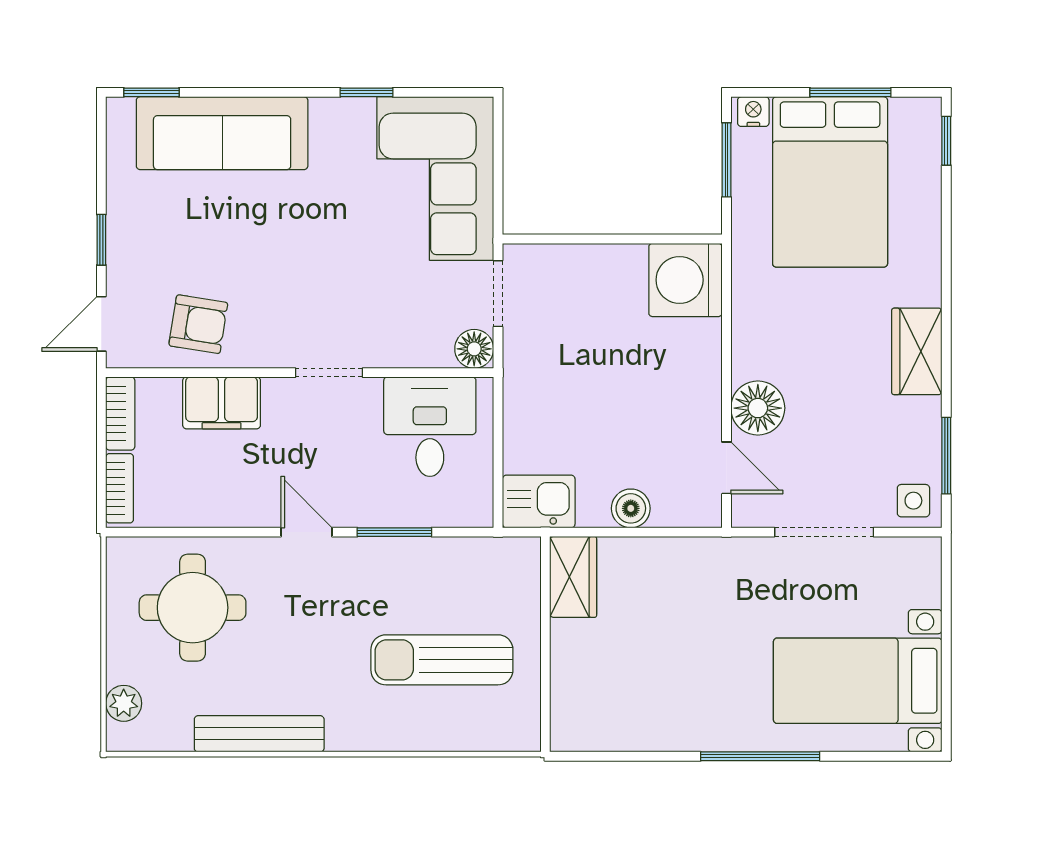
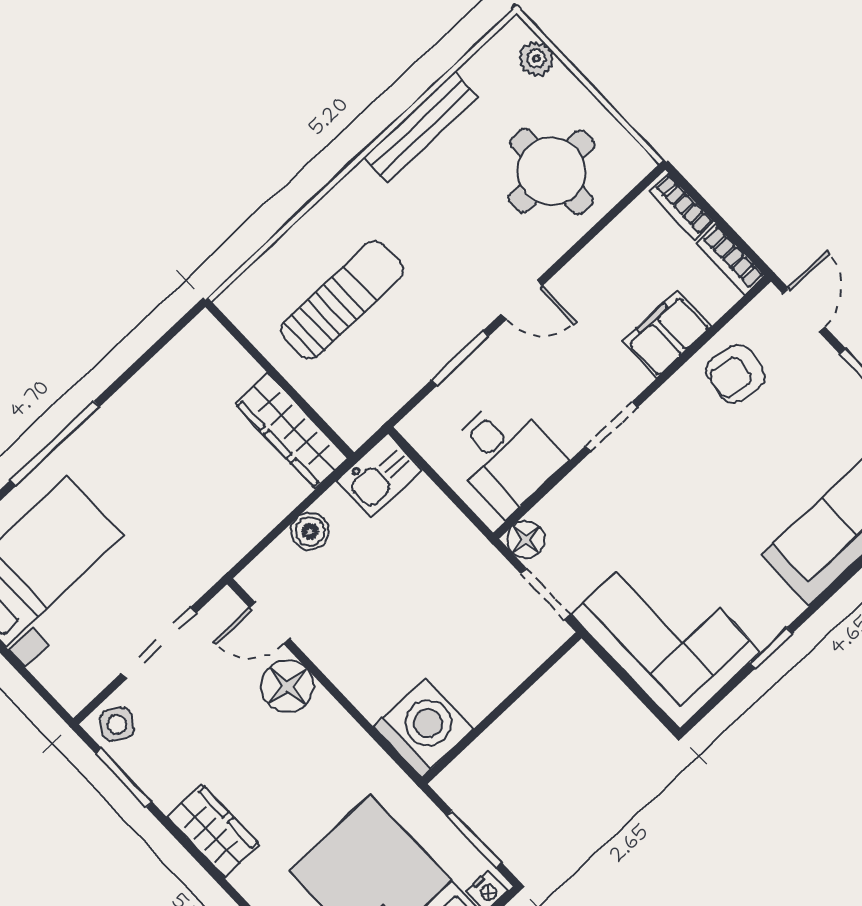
side table: (913, 501) -> (117, 724), turned 30
wardrobe: (573, 577) -> (291, 431), width x1.50

